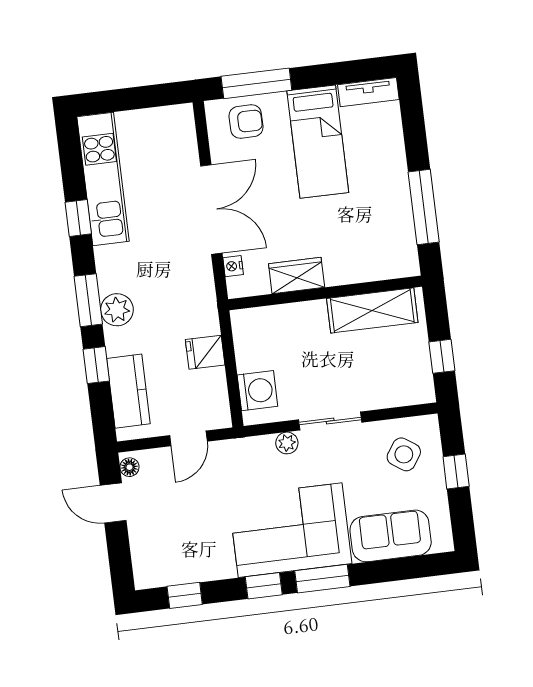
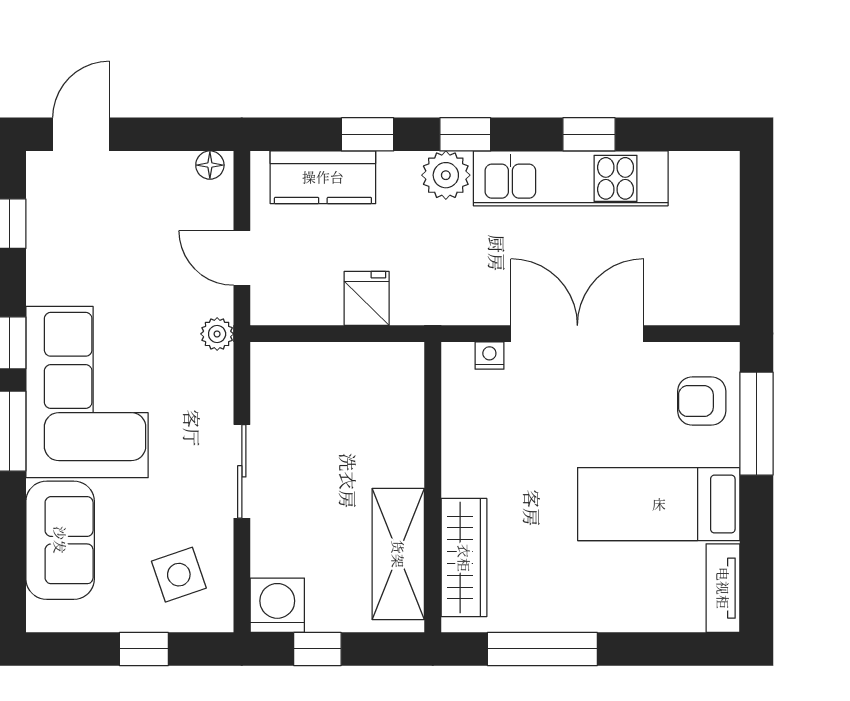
armchair: (246, 122) -> (702, 401), turned 90
kitchen unit: (103, 179) -> (571, 178), moved
double door: (211, 209) -> (577, 334), swing flipped
wardrobe: (297, 275) -> (464, 558), moved, width x1.50
window: (88, 300) -> (465, 134), width x0.67
washing machine: (257, 391) -> (277, 605), moved, turned 180
plant: (287, 443) -> (217, 334), moved
side table: (404, 454) -> (179, 575), turned 37
door: (113, 503) -> (81, 134), moved

